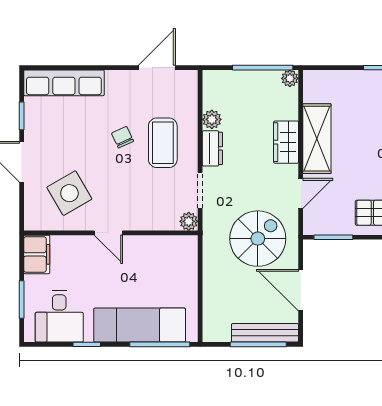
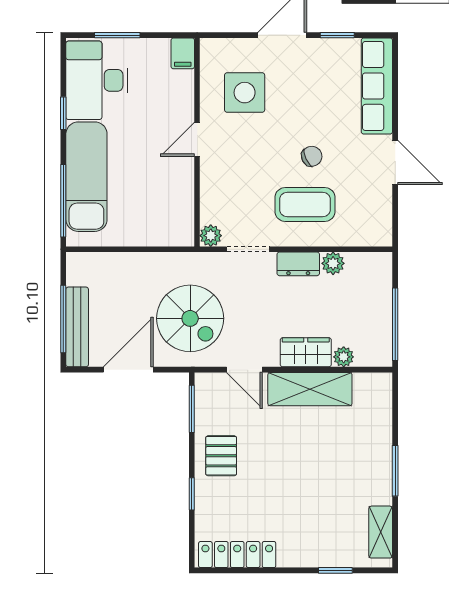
door: (157, 68) -> (395, 163), moved
plant: (290, 78) -> (344, 357), moved
side table: (69, 193) -> (245, 93), turned 30
filing cabinet: (37, 254) -> (183, 53), width x0.50
desk: (59, 316) -> (97, 80), width x1.37

